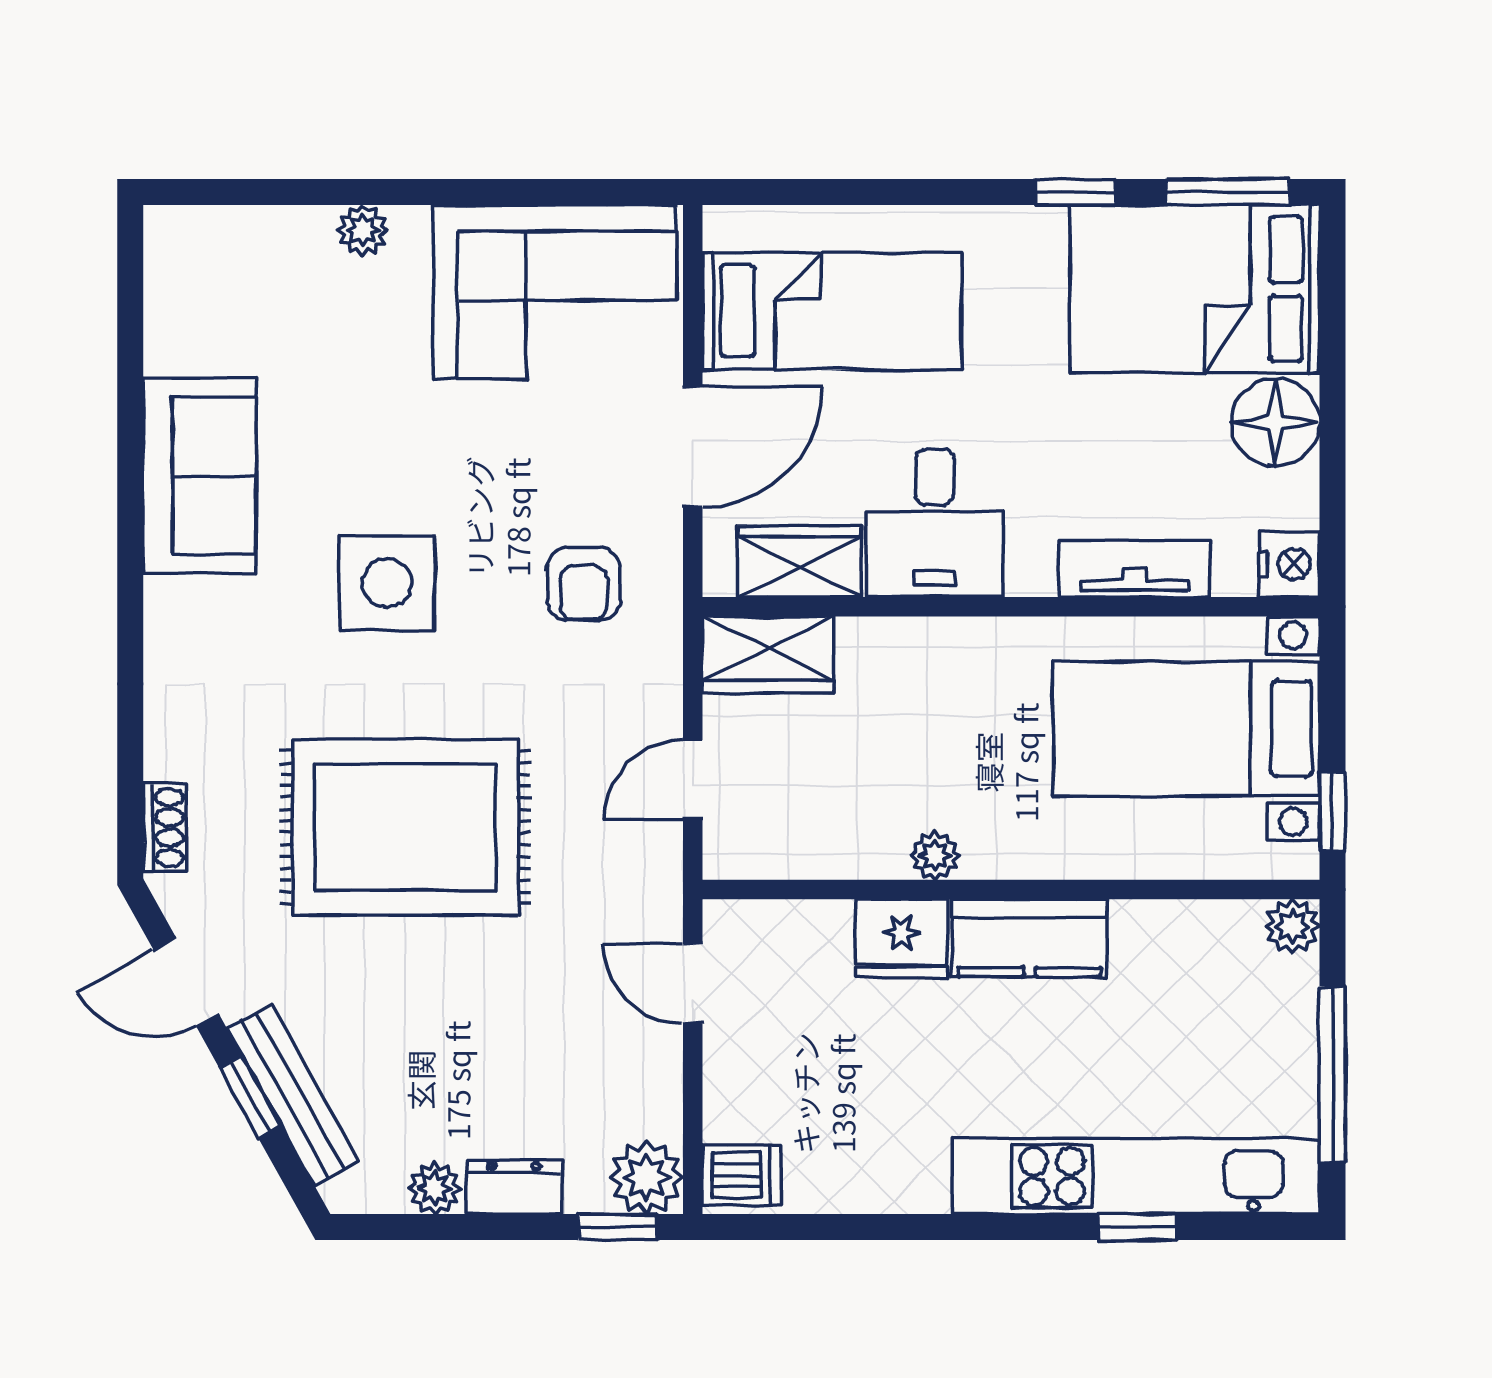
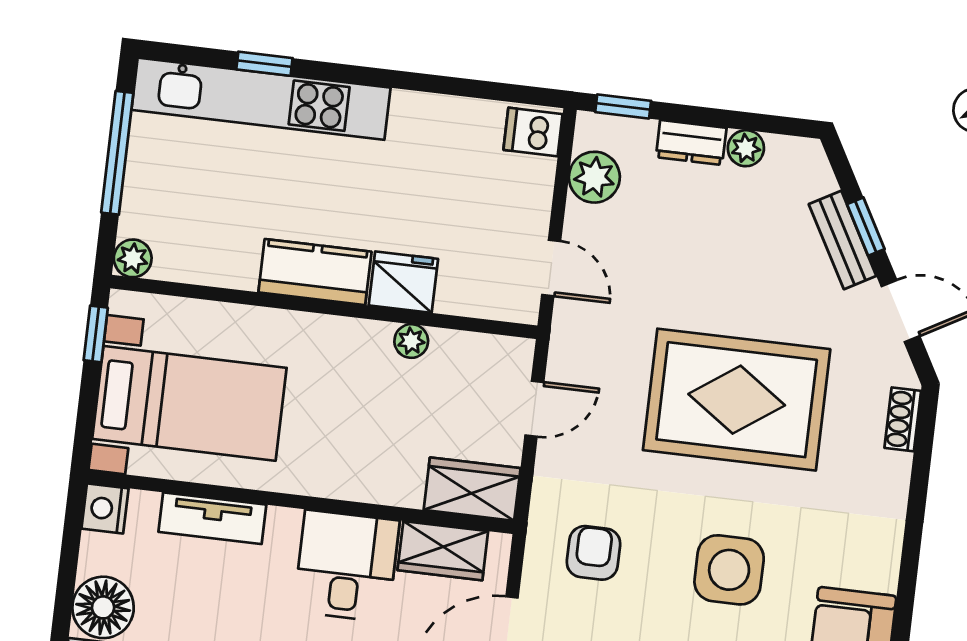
plant: (935, 856) -> (411, 341), moved
bench: (293, 1095) -> (843, 240), width x0.73
plant: (647, 1178) -> (594, 177), moved

